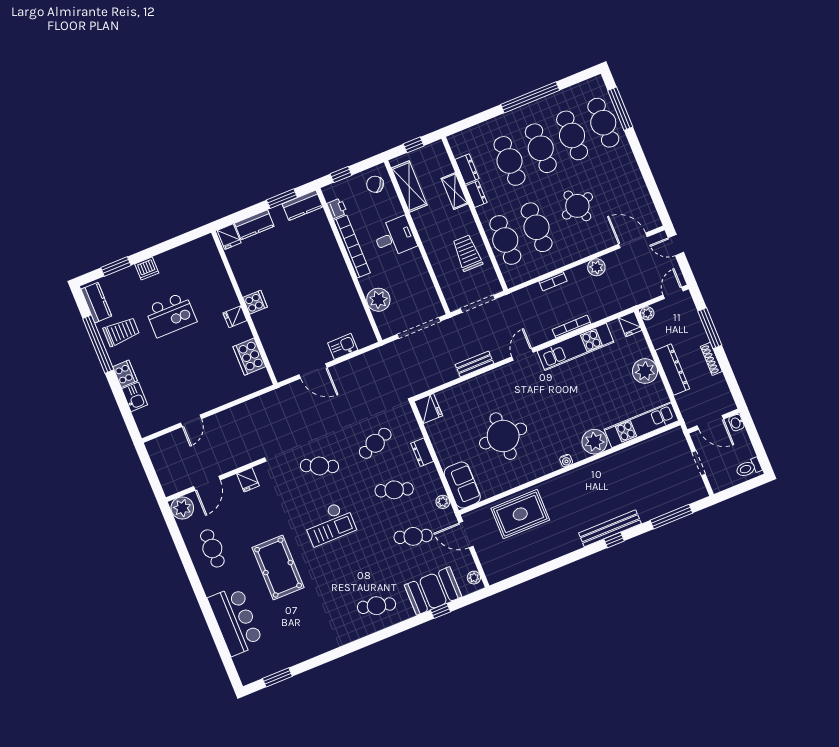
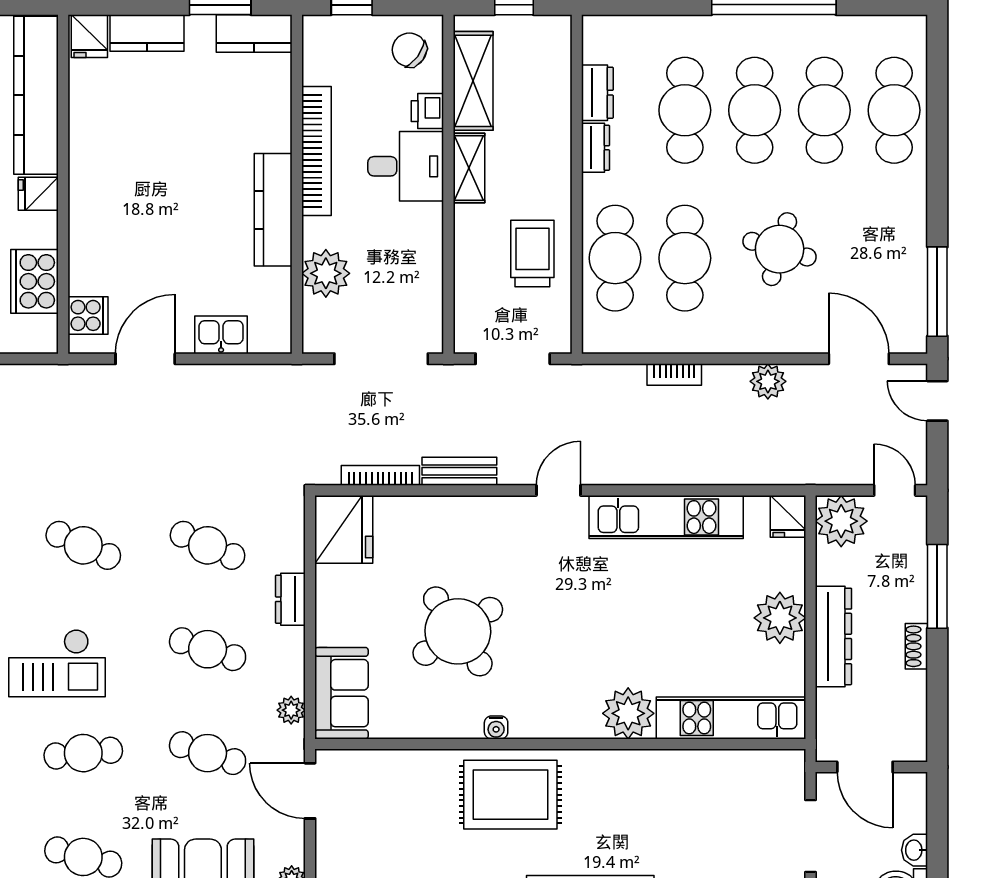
window: (620, 109) -> (937, 292), moved
shelving: (454, 191) -> (469, 168), moved
round table: (577, 206) -> (780, 249), turned 34
printer: (337, 208) -> (427, 111), moved, turned 180
kitchen counter: (216, 273) -> (36, 95), added
kitchen counter: (343, 281) -> (273, 210), added
door: (673, 293) -> (895, 490), hinge flipped
cooker: (255, 302) -> (88, 315), moved
plant: (647, 313) -> (841, 521), width x1.87, depth x1.87
bookcase: (572, 327) -> (380, 475), moved
shoe rack: (711, 359) -> (916, 646), width x0.70
door: (313, 371) -> (145, 359), swing flipped
fridge: (428, 408) -> (344, 529), width x1.36, depth x1.34
washbasin: (736, 423) -> (915, 850), moved
round table: (503, 436) -> (458, 631), turned -34
cafe table: (375, 443) -> (208, 545), turned 45
water cooler: (566, 461) -> (496, 727), moved
doorway: (699, 463) -> (811, 836), width x1.38
rug: (520, 514) -> (510, 795), moved
cafe table: (357, 559) -> (83, 753), added

